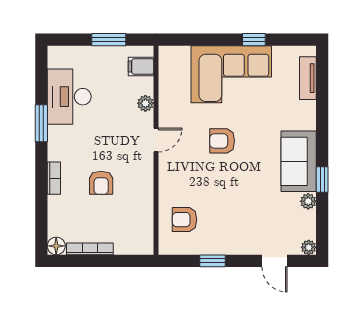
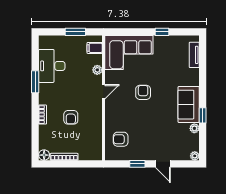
corner sofa: (231, 74) -> (129, 52), moved
armchair: (222, 141) -> (143, 92), turned 90
door: (274, 261) -> (163, 164), moved

